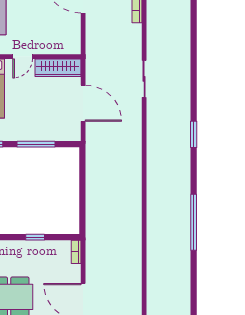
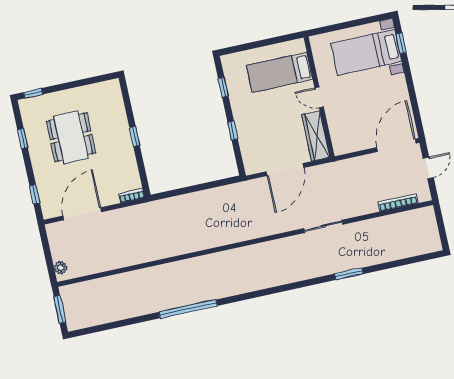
window: (194, 134) -> (349, 274), moved
window: (36, 144) -> (233, 131), width x0.46
window: (35, 237) -> (134, 136), moved

